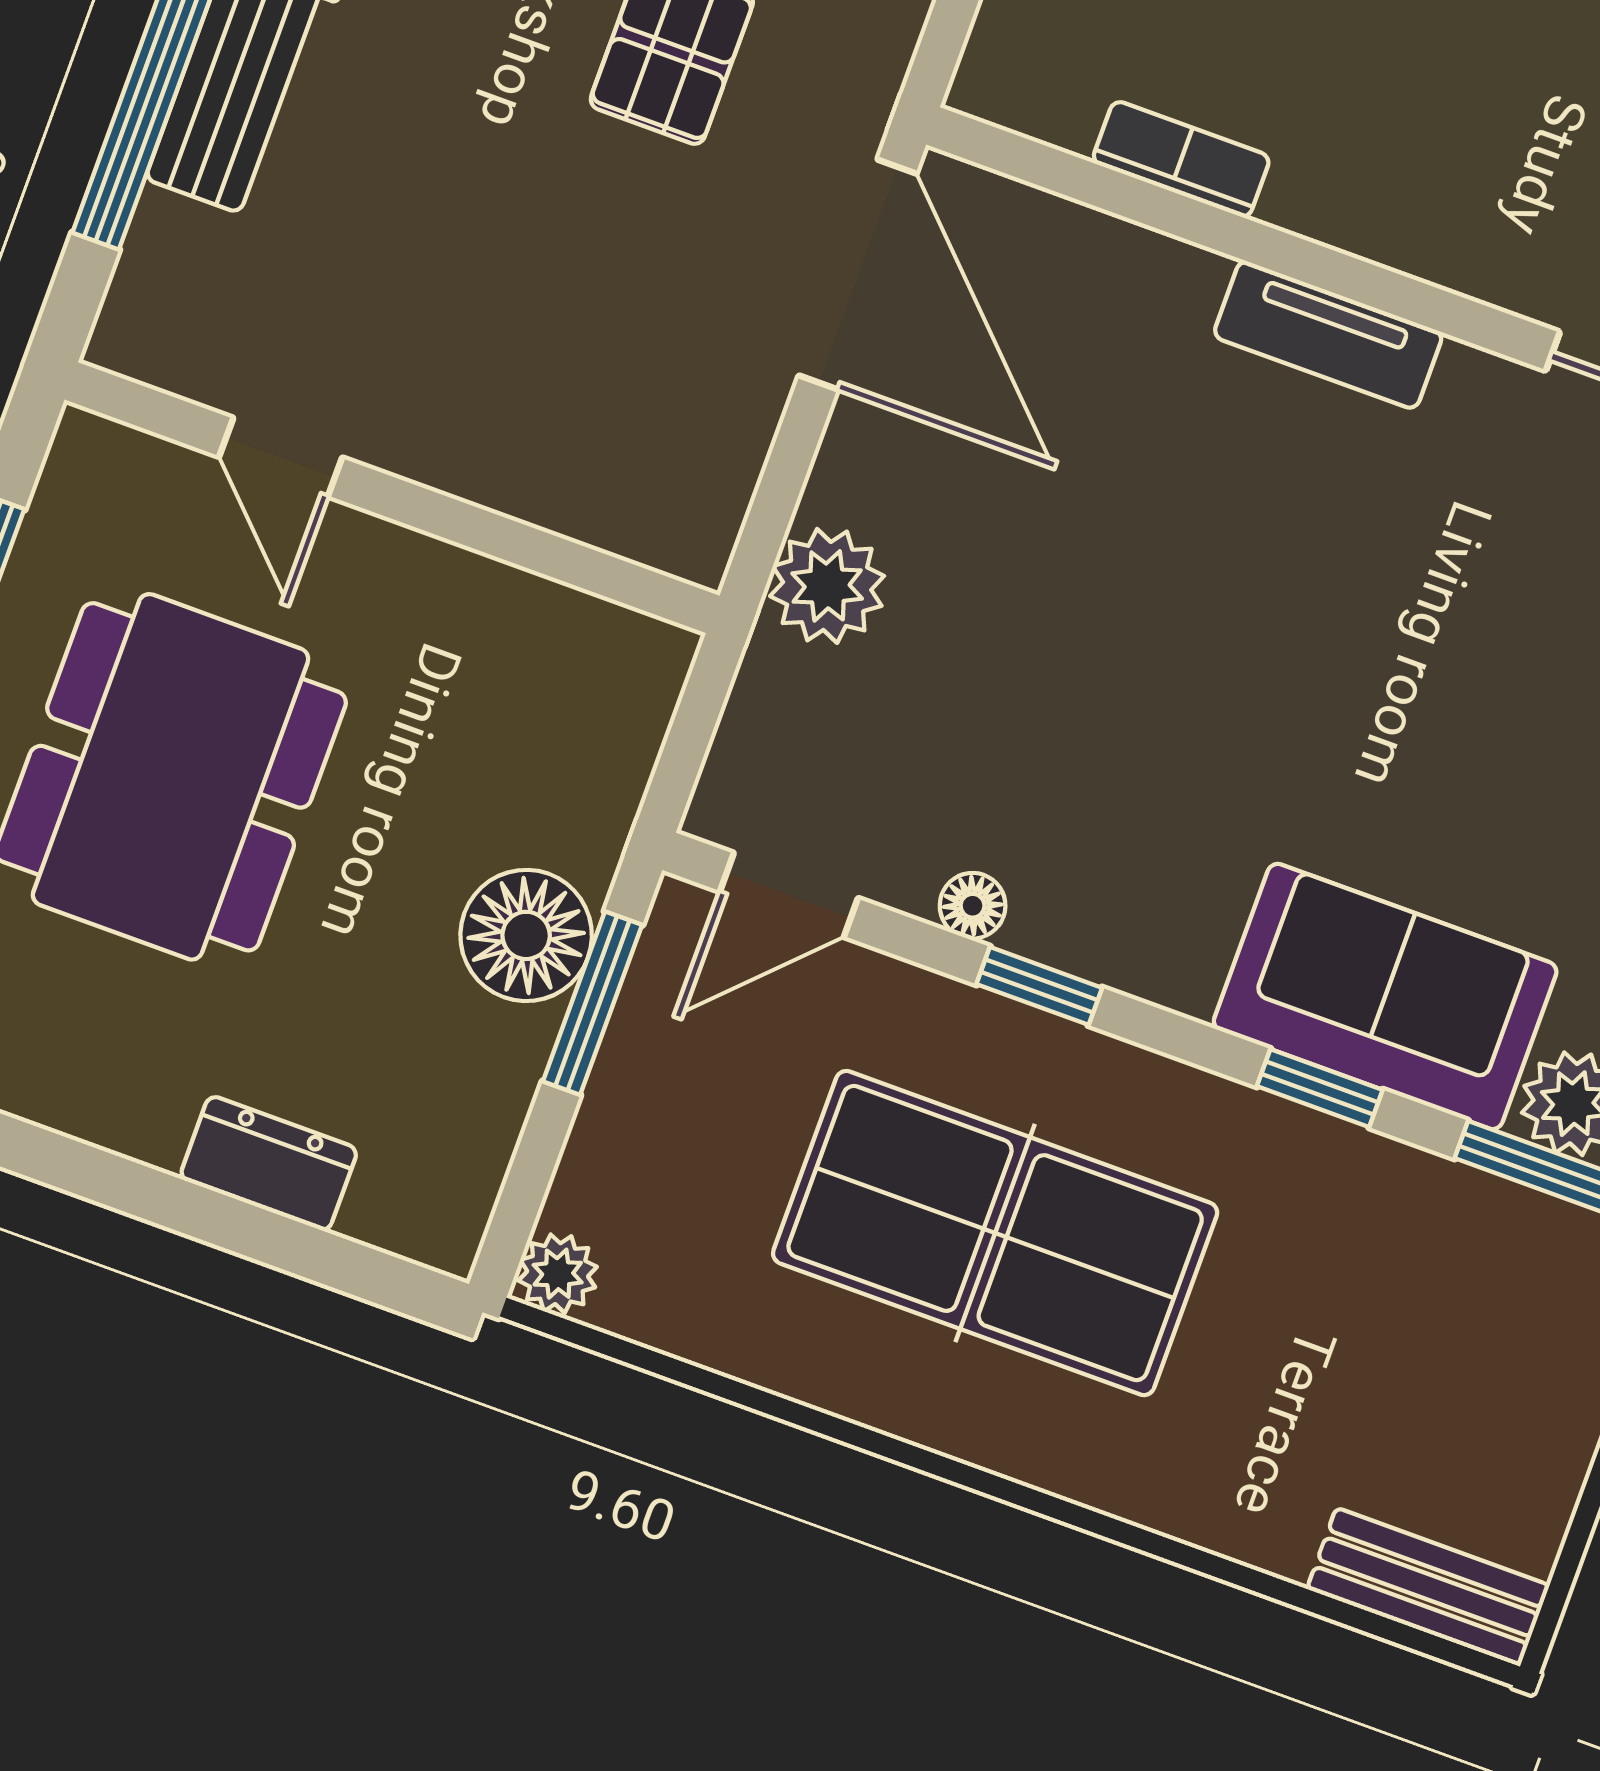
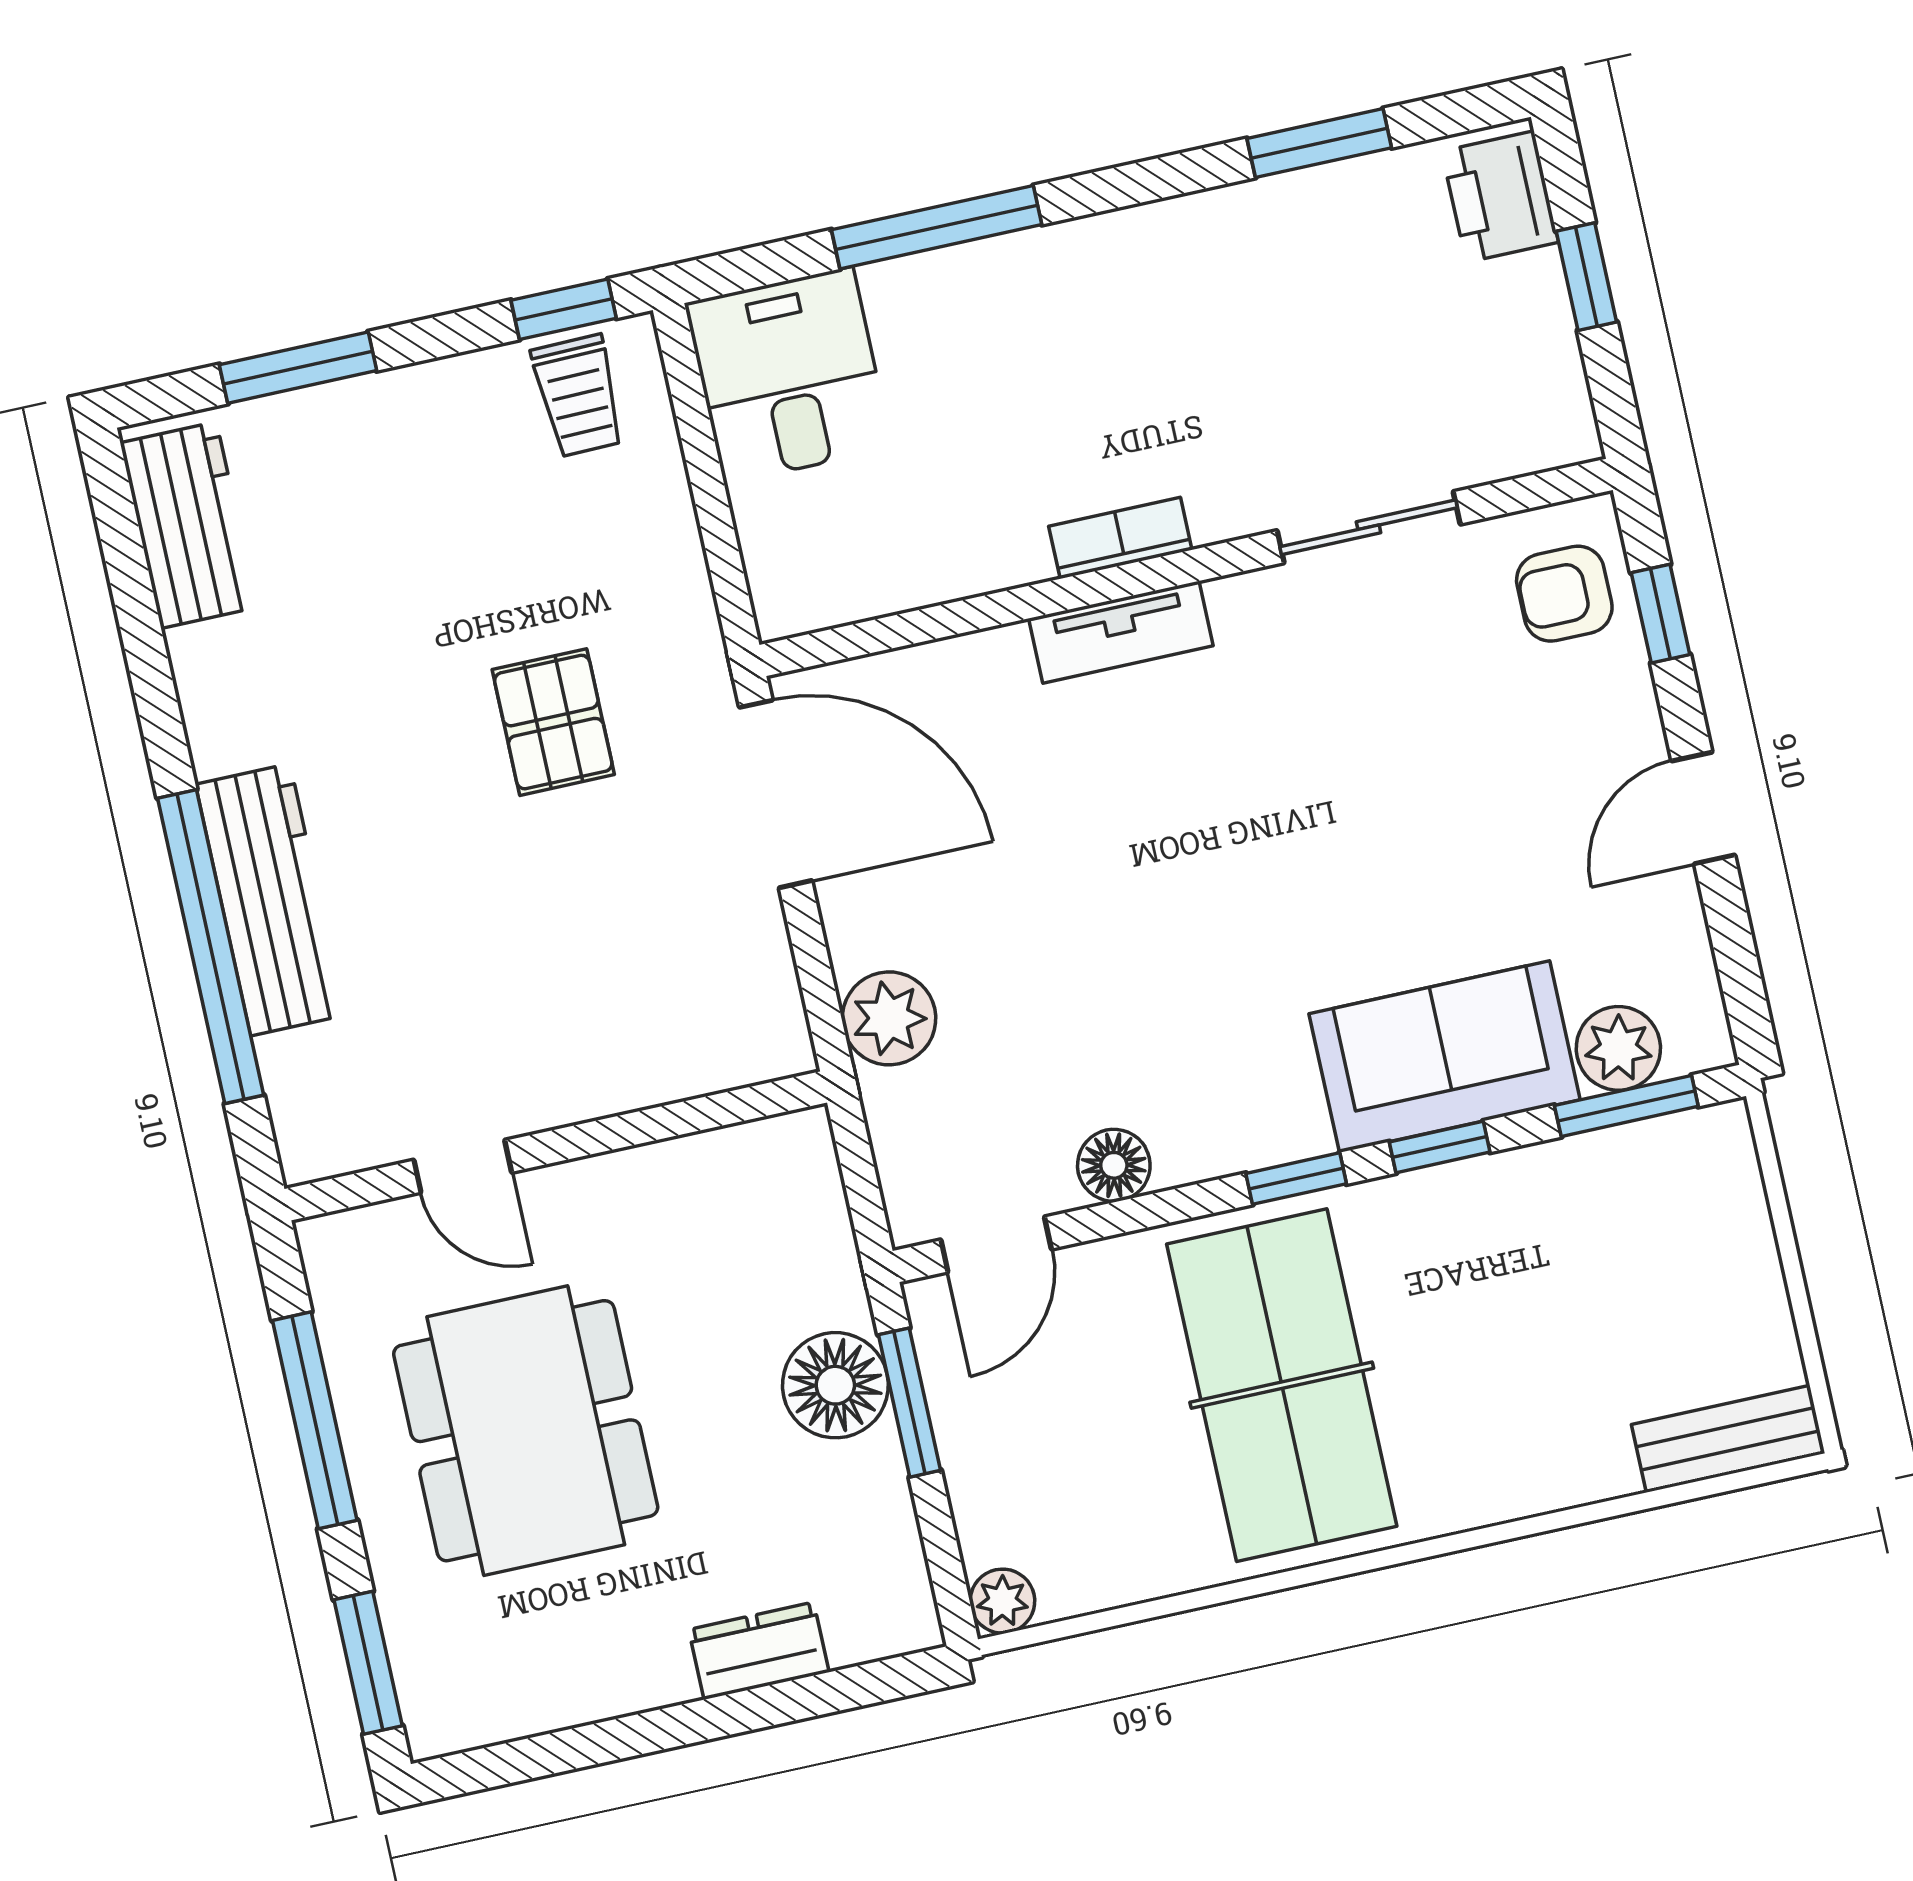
bookcase: (1181, 159) -> (1120, 538), moved
floor lamp: (973, 906) -> (1114, 1165), width x1.37, depth x1.37
window: (1039, 986) -> (1296, 1179), moved
table tennis table: (995, 1233) -> (1282, 1385), turned 90

